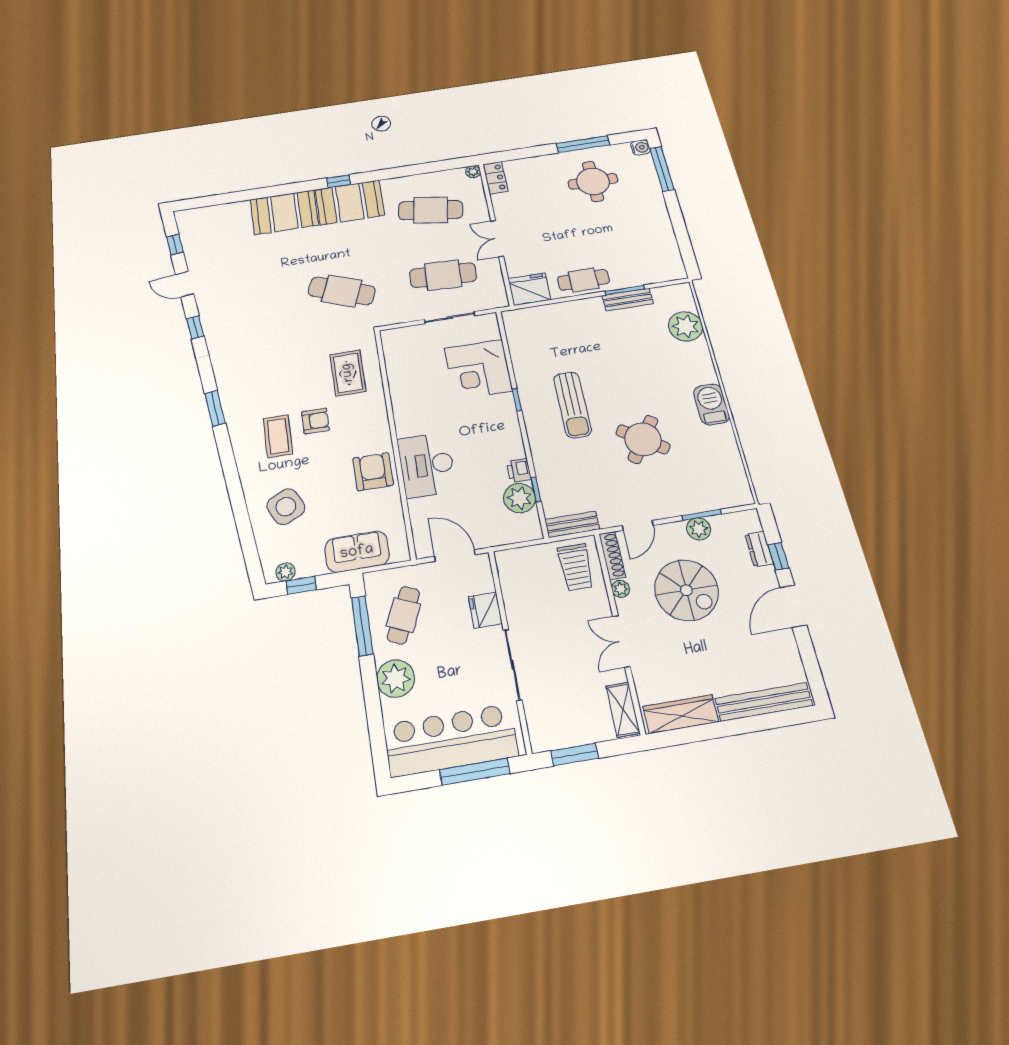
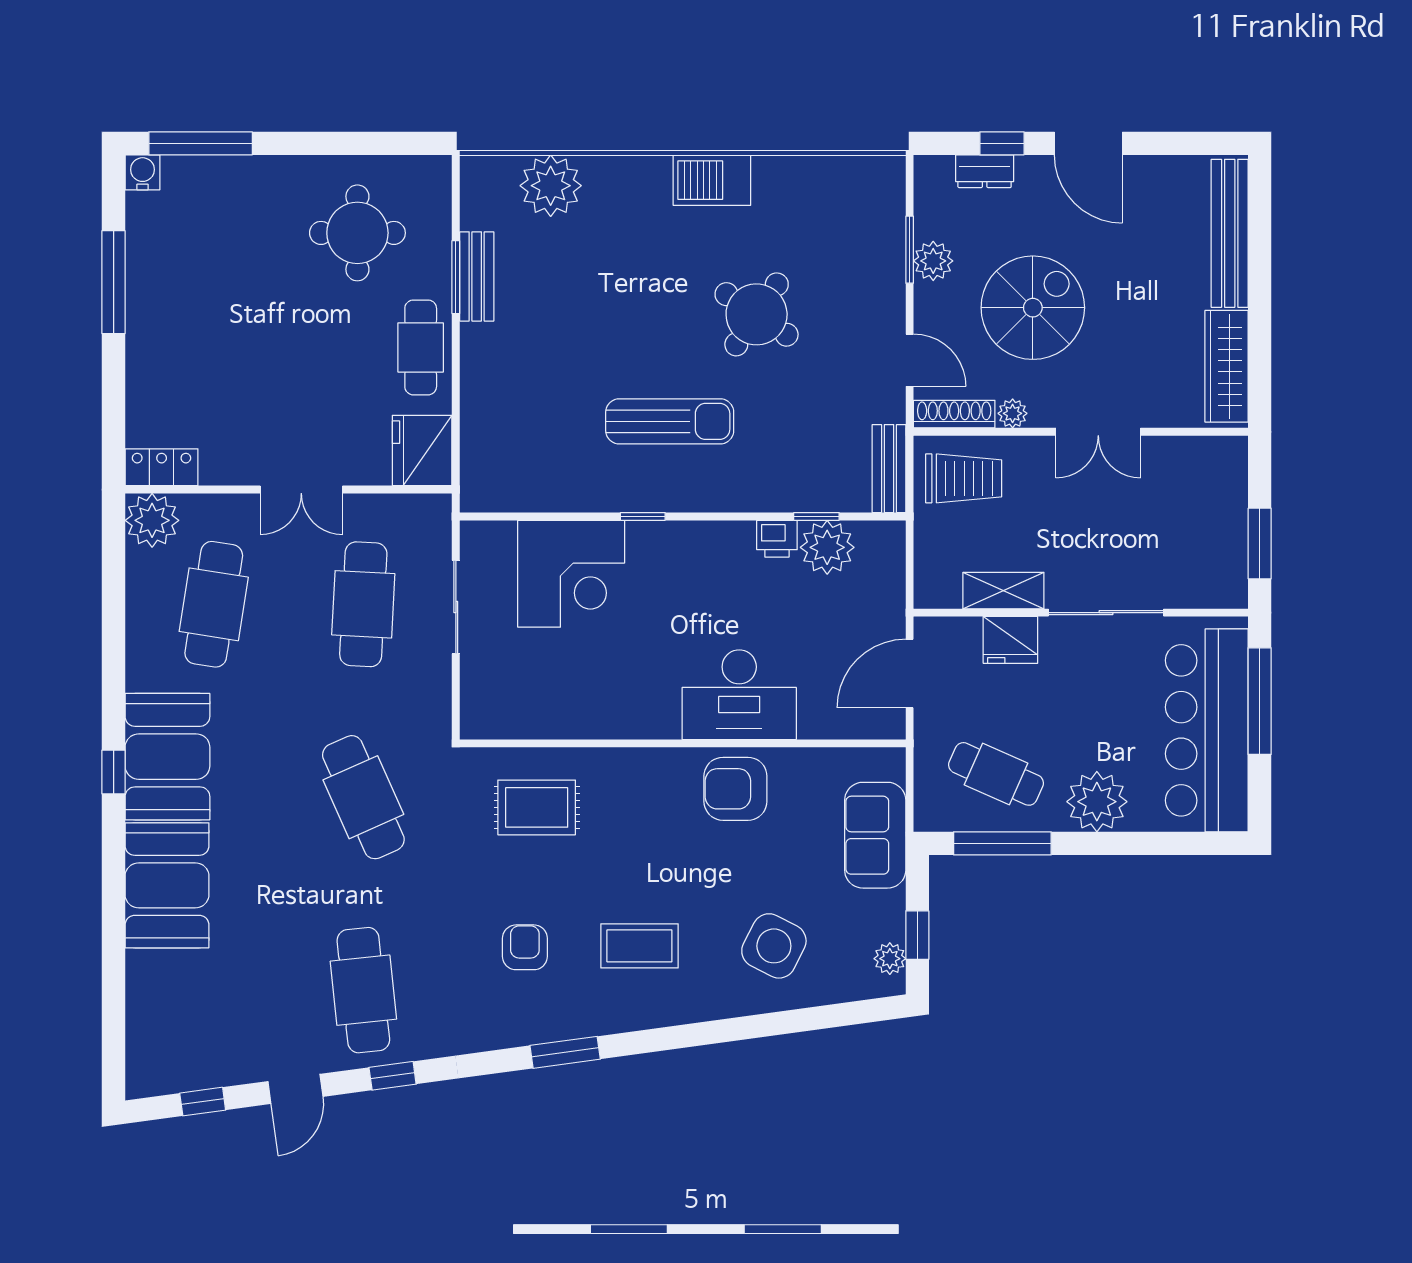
plant: (473, 172) -> (152, 520), width x1.88, depth x1.88
round table: (593, 181) -> (357, 233), moved
cafe table: (342, 291) -> (363, 797), turned -45
cafe table: (240, 307) -> (363, 990), added
armchair: (315, 421) -> (525, 947), moved
side table: (286, 507) -> (774, 946), turned -37
shelving: (623, 710) -> (1003, 591), moved

